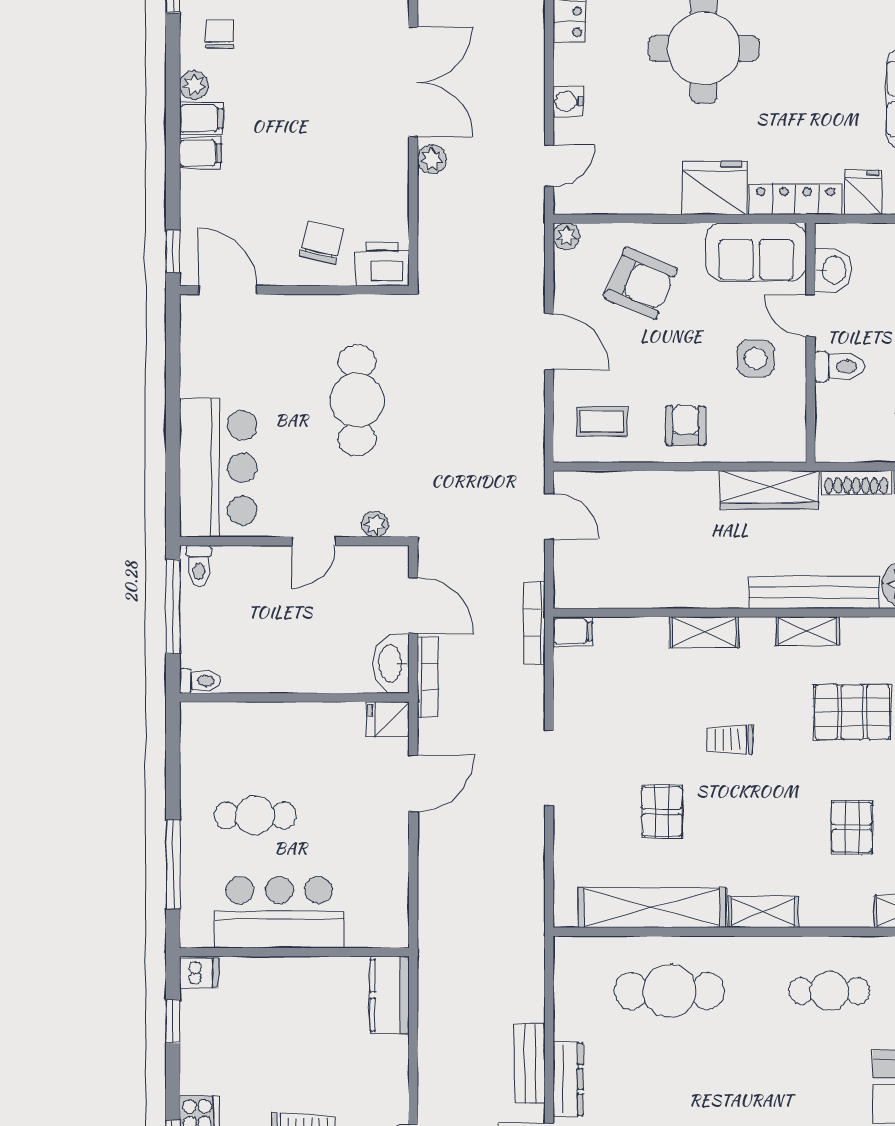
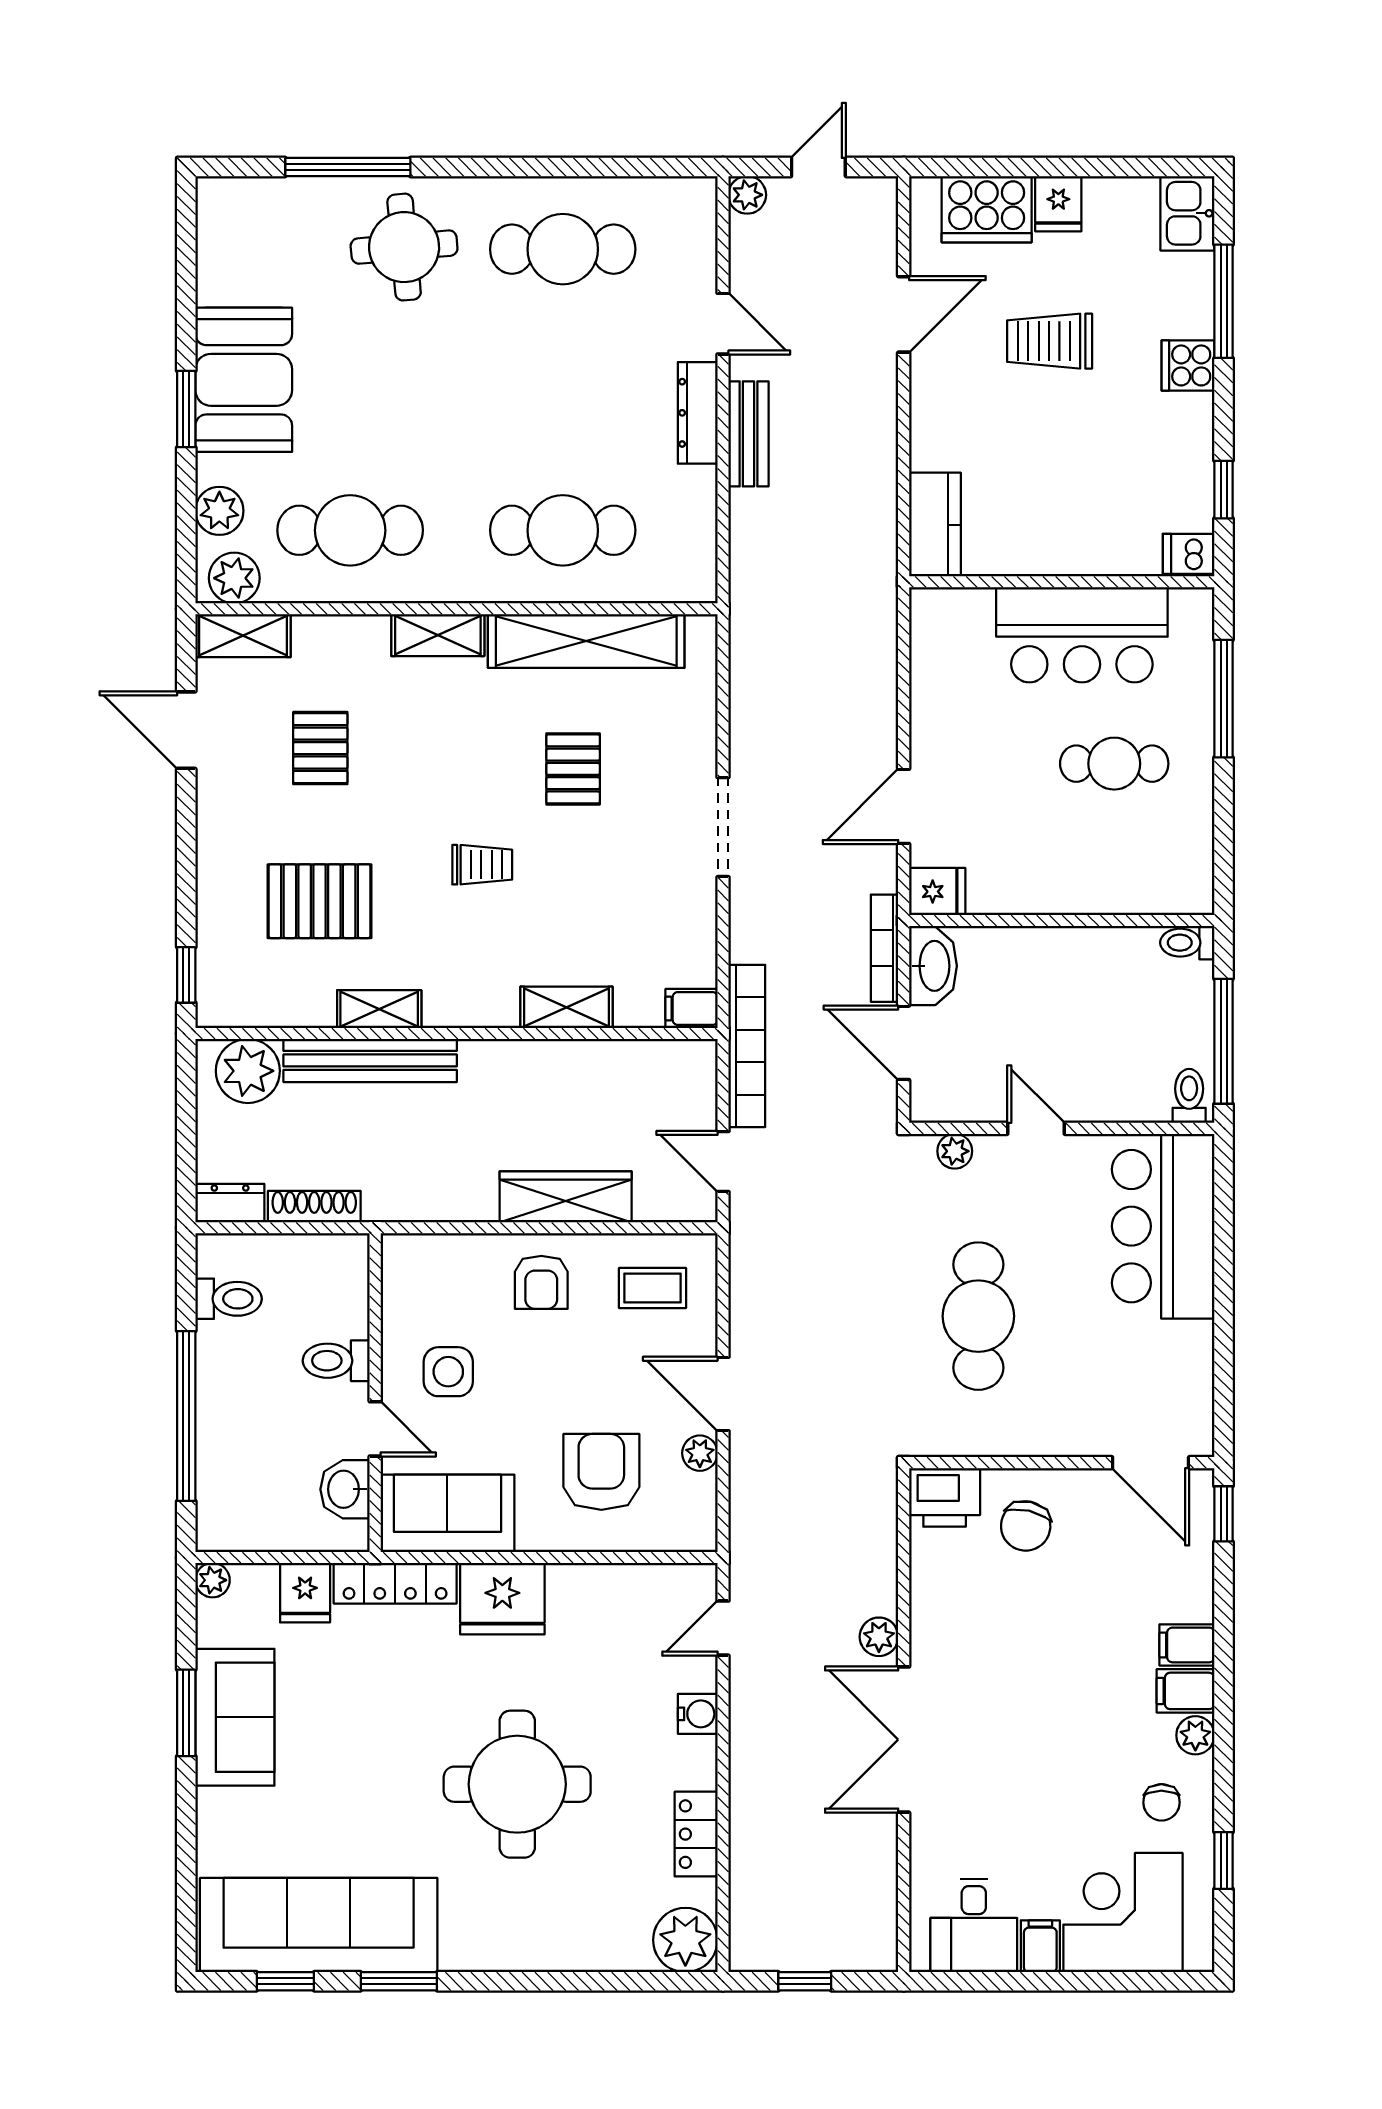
plant: (566, 236) -> (700, 1453), moved
armchair: (641, 283) -> (601, 1472), turned 67
wardrobe: (769, 490) -> (566, 1197), moved
door: (314, 541) -> (1036, 1128), hinge flipped
bookcase: (534, 623) -> (747, 1046), width x1.48, depth x1.31
shelving: (704, 632) -> (566, 1007), moved
cafe table: (829, 991) -> (350, 530), width x1.37, depth x1.35

